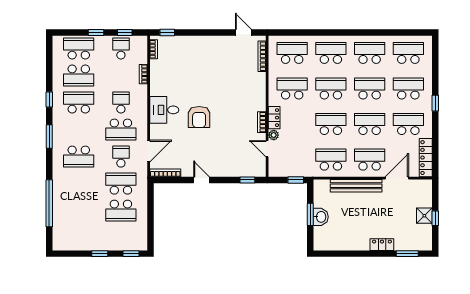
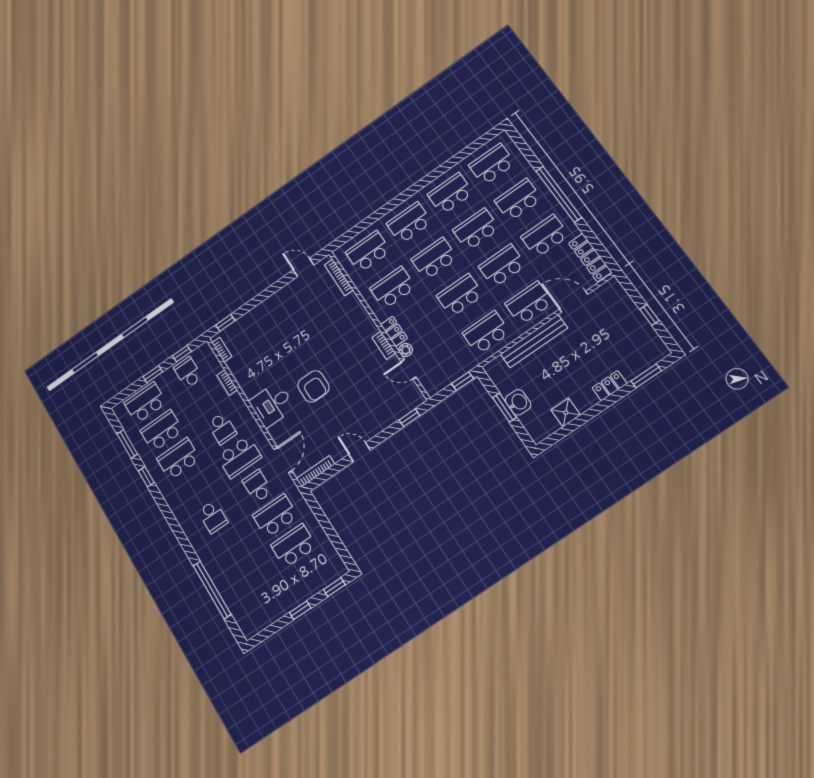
school desk: (79, 76) -> (162, 431), turned 180
school desk: (121, 103) -> (222, 428), turned 180
window: (435, 103) -> (559, 194), width x3.17
window: (49, 137) -> (127, 444), moved
school desk: (79, 157) -> (213, 517), width x0.54
door: (397, 178) -> (574, 302), hinge flipped
school desk: (121, 211) -> (294, 546), turned 180
shower: (424, 216) -> (566, 412), moved

